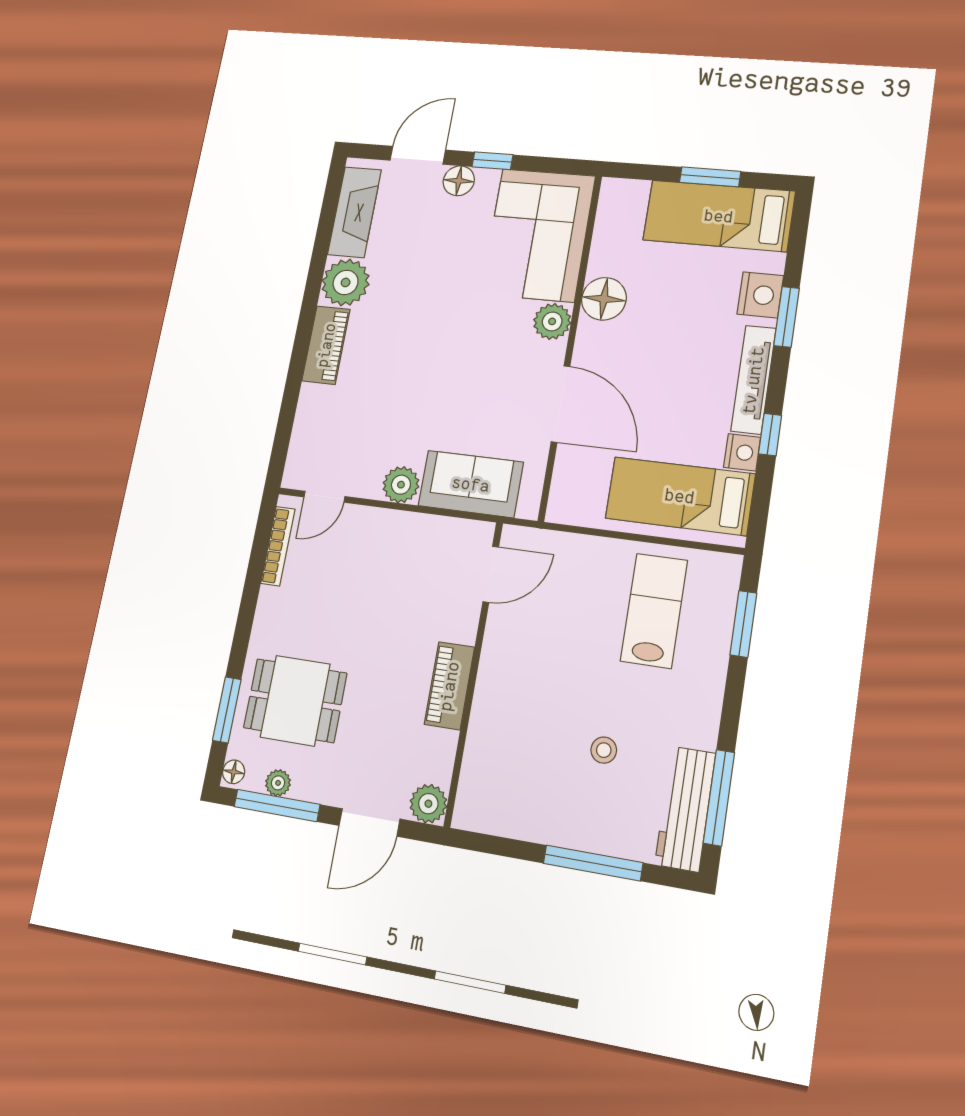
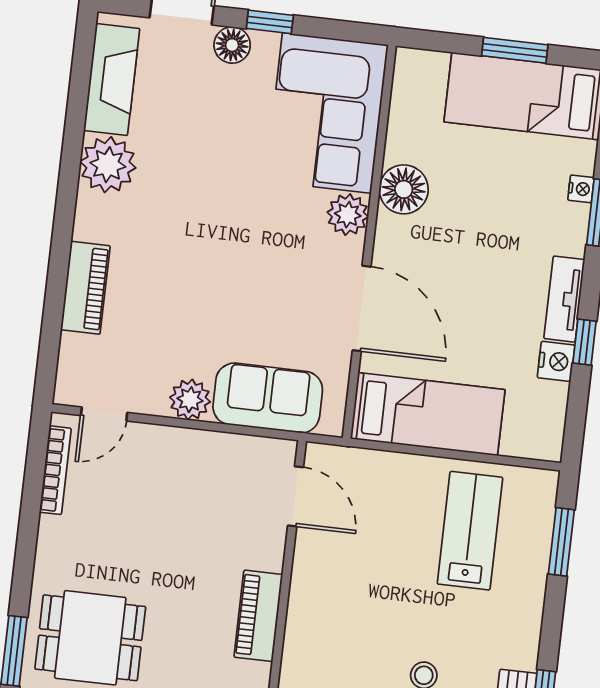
nightstand: (760, 295) -> (581, 189), width x0.53, depth x0.56
piano: (326, 345) -> (85, 288), moved
tv unit: (753, 380) -> (564, 299), width x0.71
bed: (680, 496) -> (428, 414), moved, turned 180
door: (491, 574) -> (296, 496), hinge flipped

